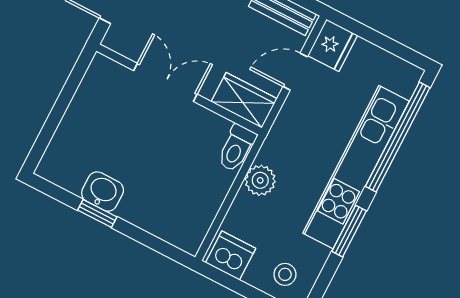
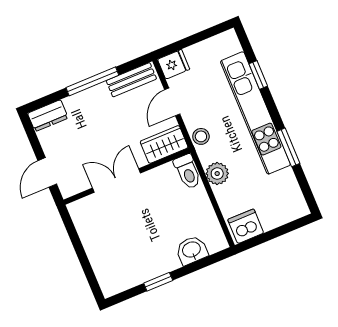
fridge: (333, 45) -> (174, 64), width x0.72
window: (398, 137) -> (258, 75), width x0.32
washbasin: (103, 192) -> (192, 250), moved
stool: (285, 274) -> (201, 136), moved

